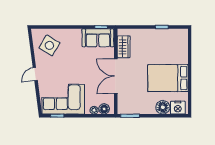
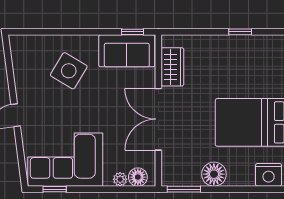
side table: (49, 45) -> (69, 71), moved
floor lamp: (163, 107) -> (214, 174), moved

